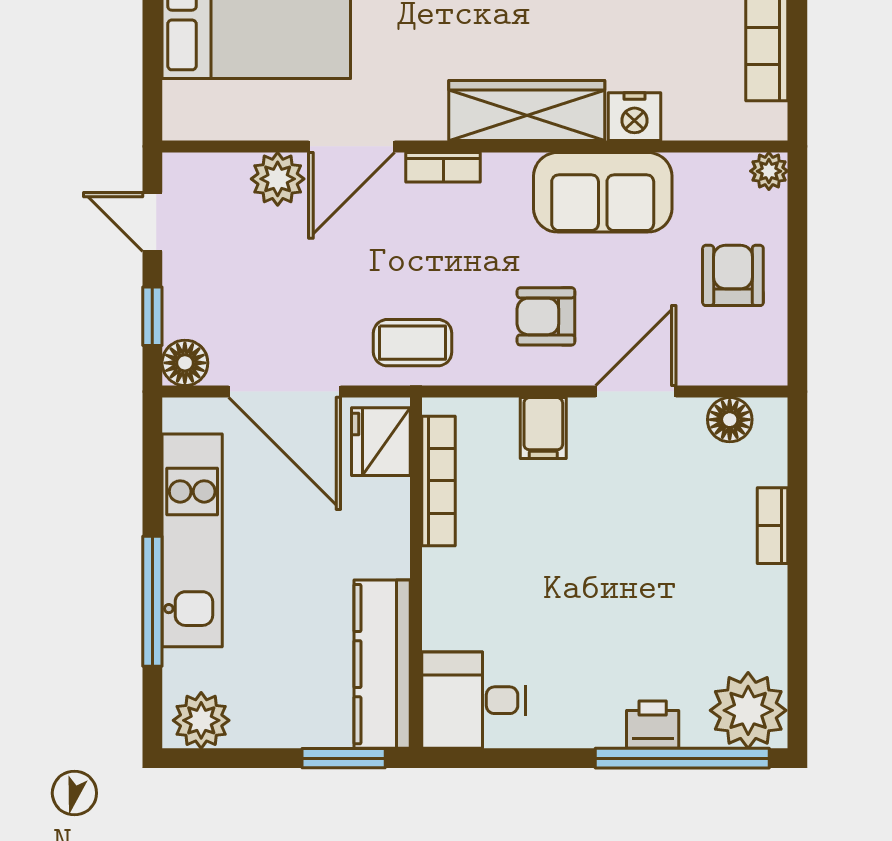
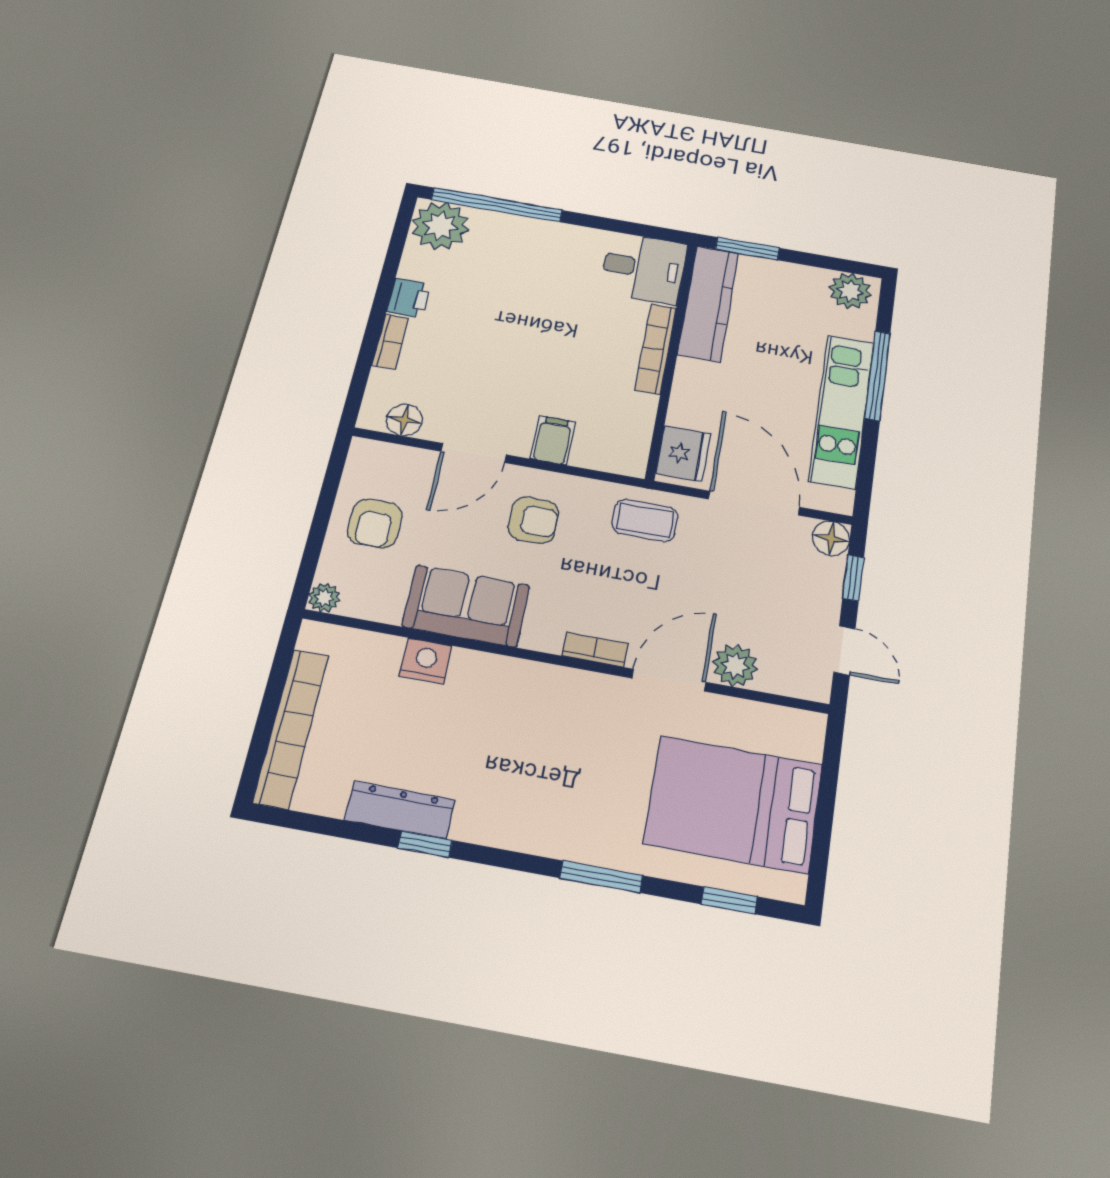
wardrobe: (527, 110) -> (516, 682), removed
bookcase: (439, 481) -> (656, 349), moved
printer: (653, 725) -> (409, 298), moved, turned -90

